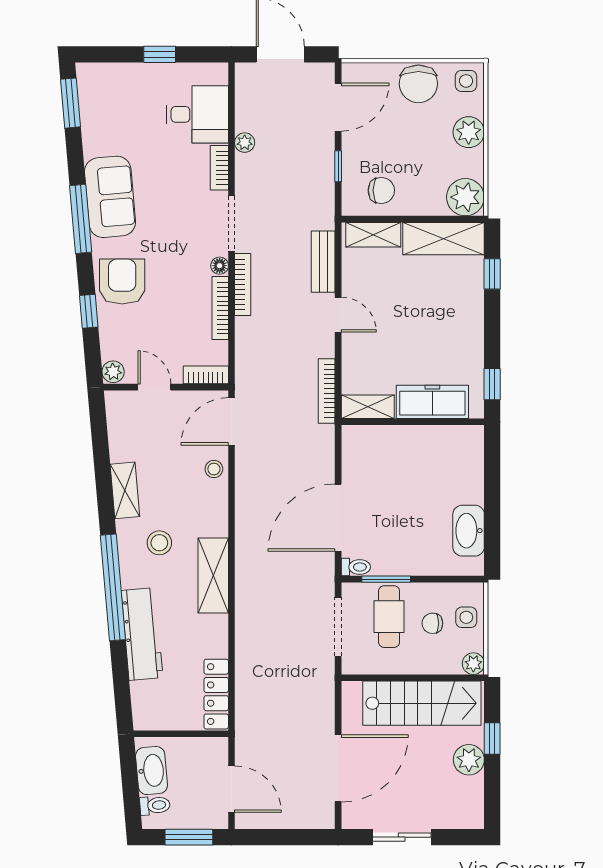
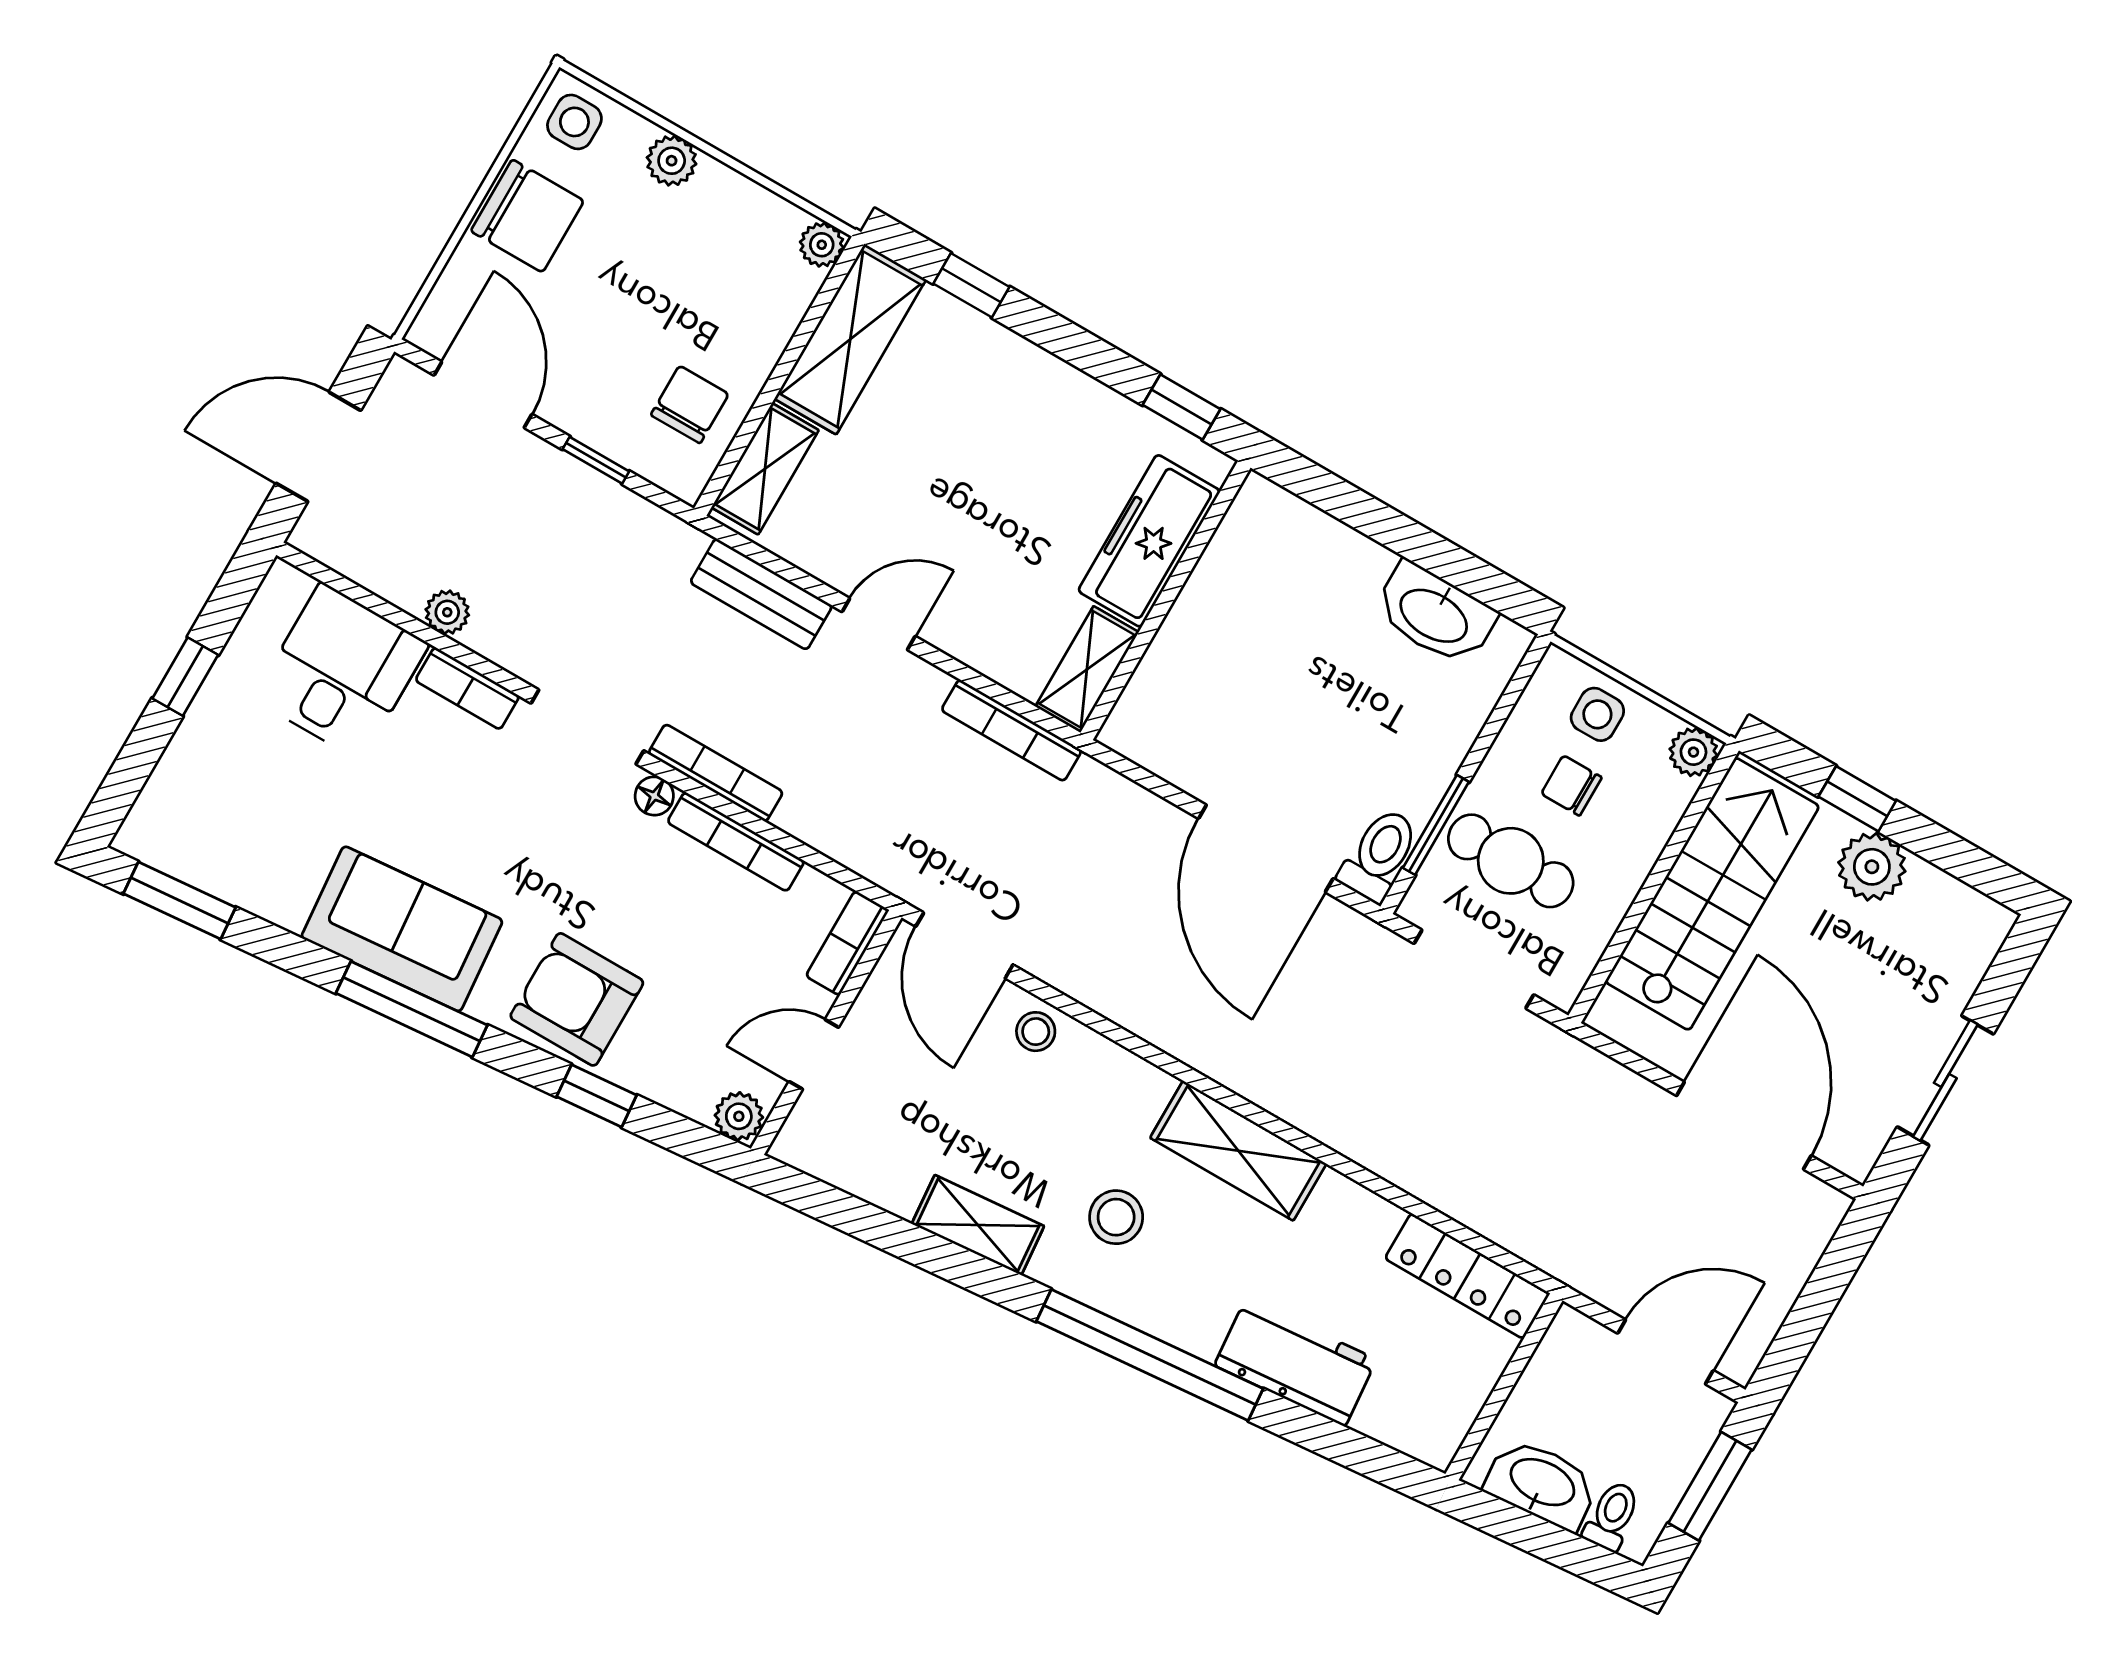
plant: (469, 132) -> (672, 161), width x0.73, depth x0.73
plant: (465, 197) -> (822, 245), width x0.53, depth x0.53
toilet: (356, 567) -> (1379, 855), width x1.37, depth x1.39
chair: (432, 623) -> (1571, 786), turned 90
workbench: (142, 634) -> (1295, 1362), width x0.73

